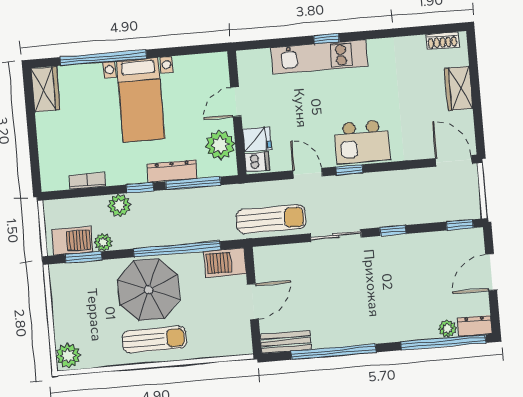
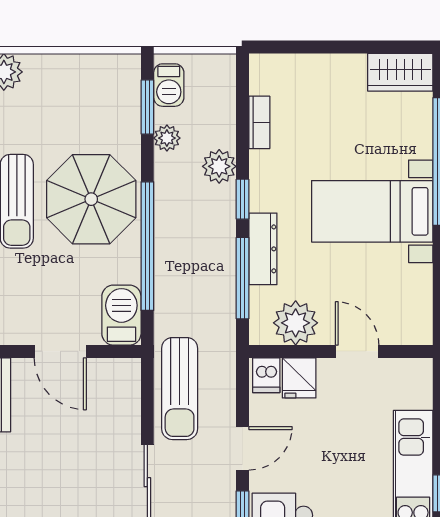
barbecue: (73, 241) -> (169, 85), width x0.73, depth x0.79

